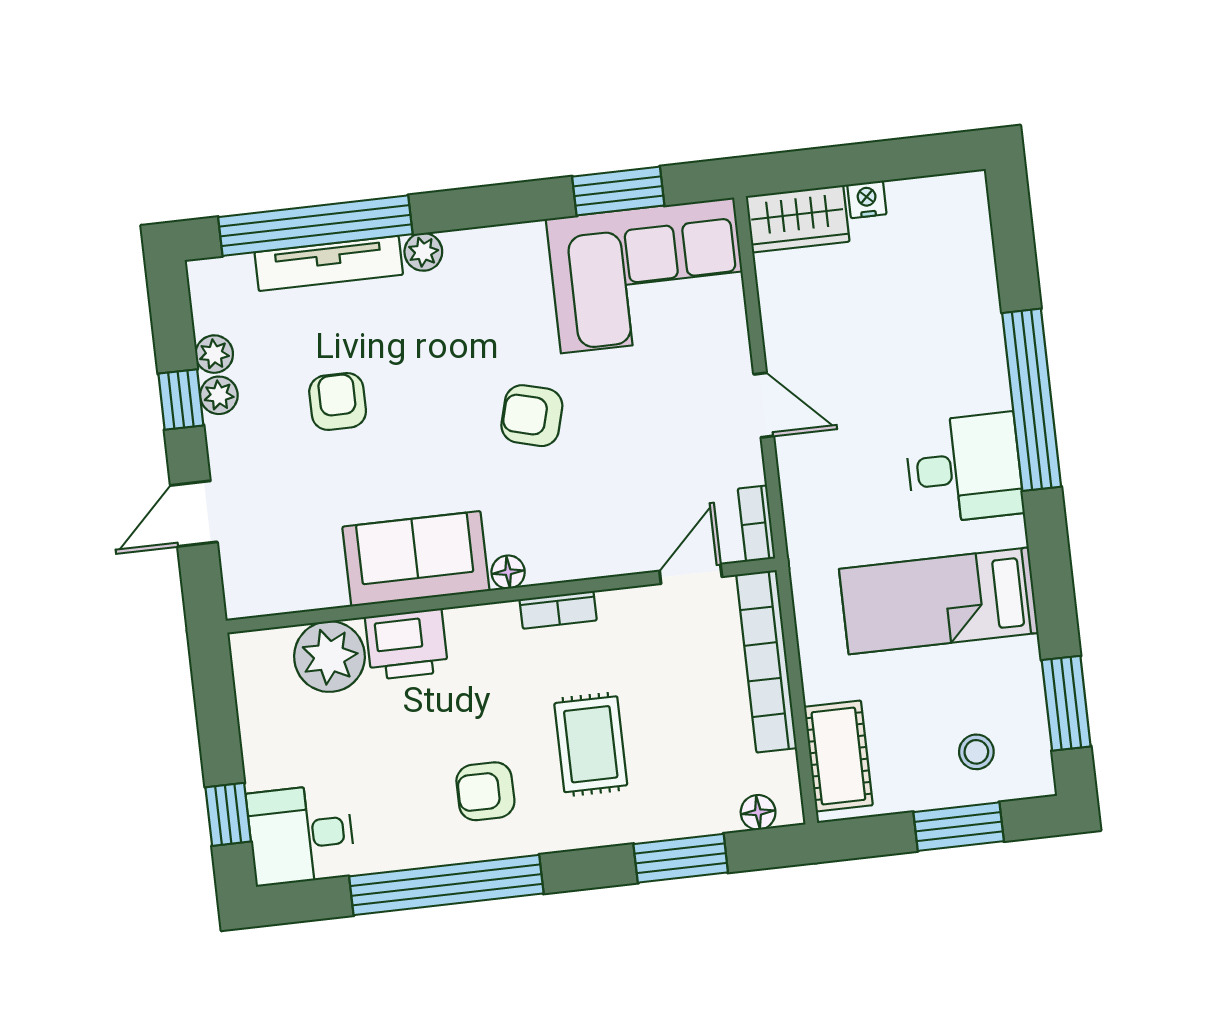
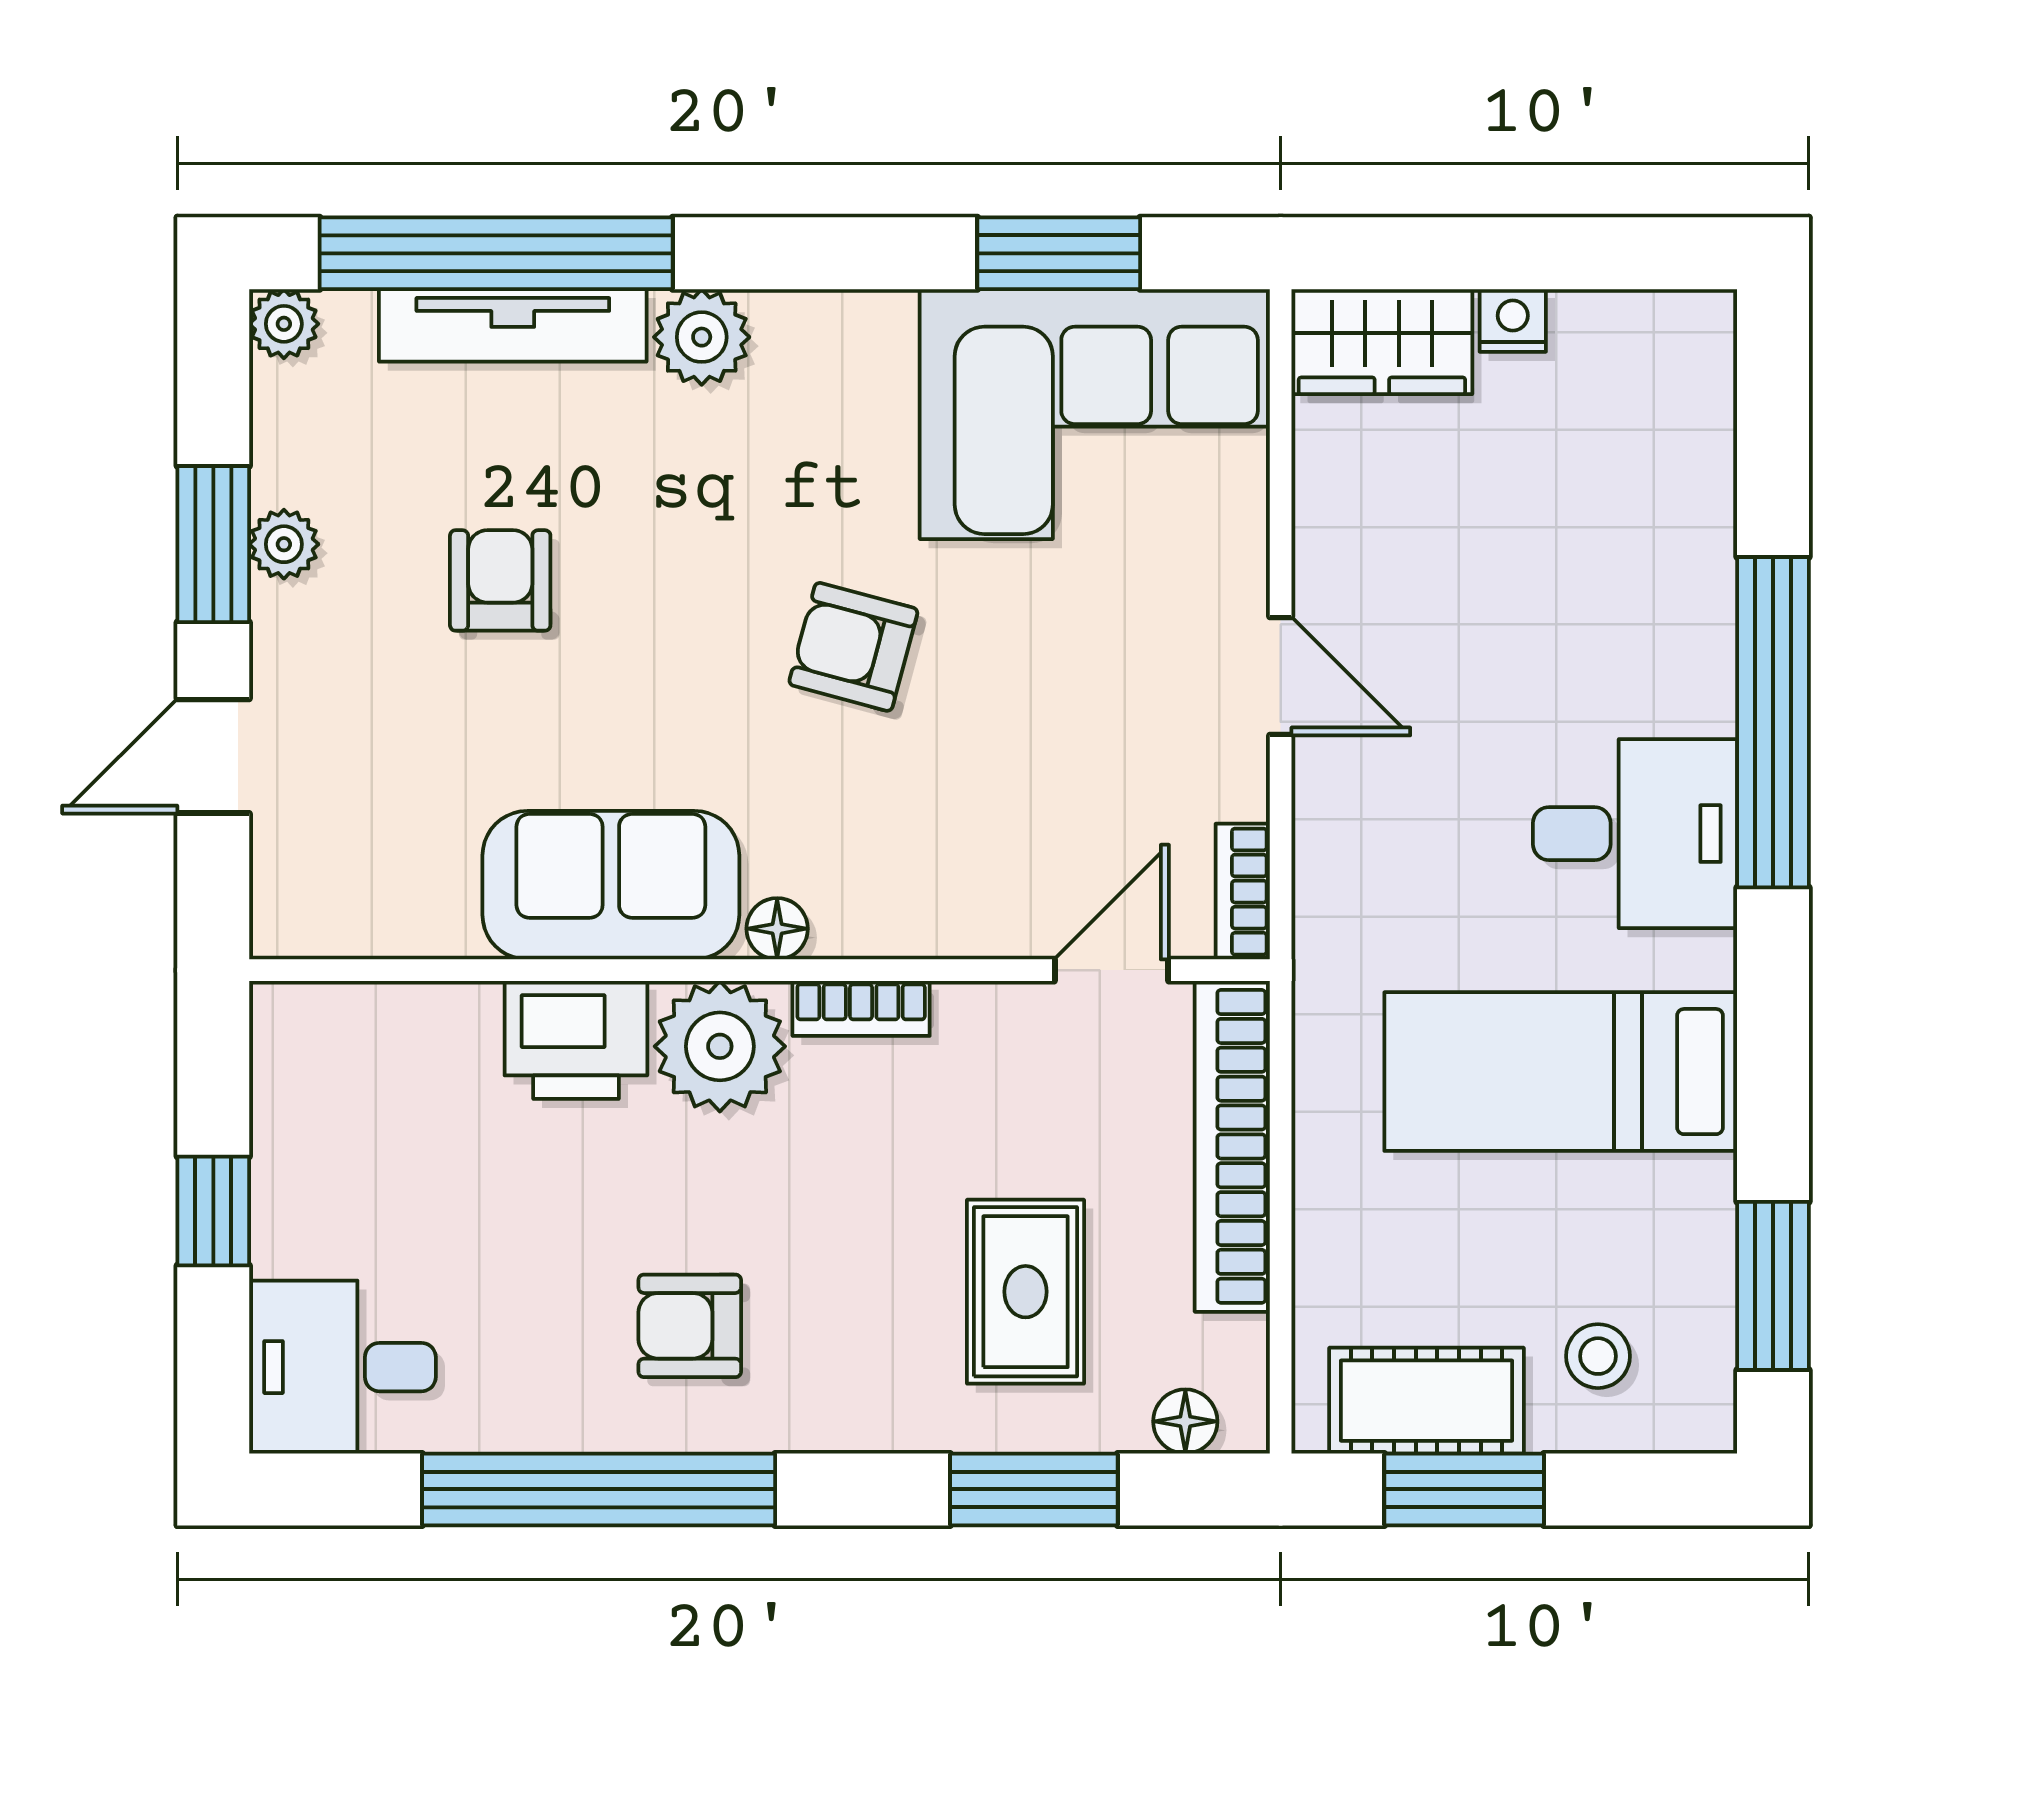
plant: (423, 252) -> (702, 337), width x1.38, depth x1.38
plant: (214, 354) -> (284, 324), moved
window: (181, 400) -> (213, 544), width x1.50
plant: (329, 657) -> (720, 1046), moved
rug: (591, 744) -> (1026, 1292), moved
cot: (838, 756) -> (1427, 1401), moved, turned 90
window: (228, 814) -> (213, 1211), moved
window: (959, 827) -> (1464, 1489), moved

